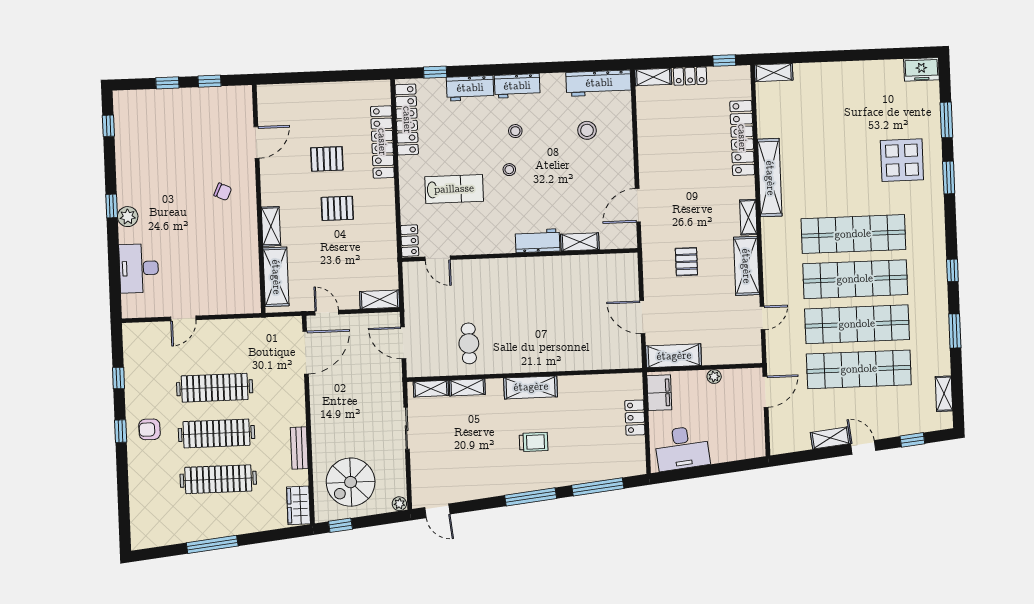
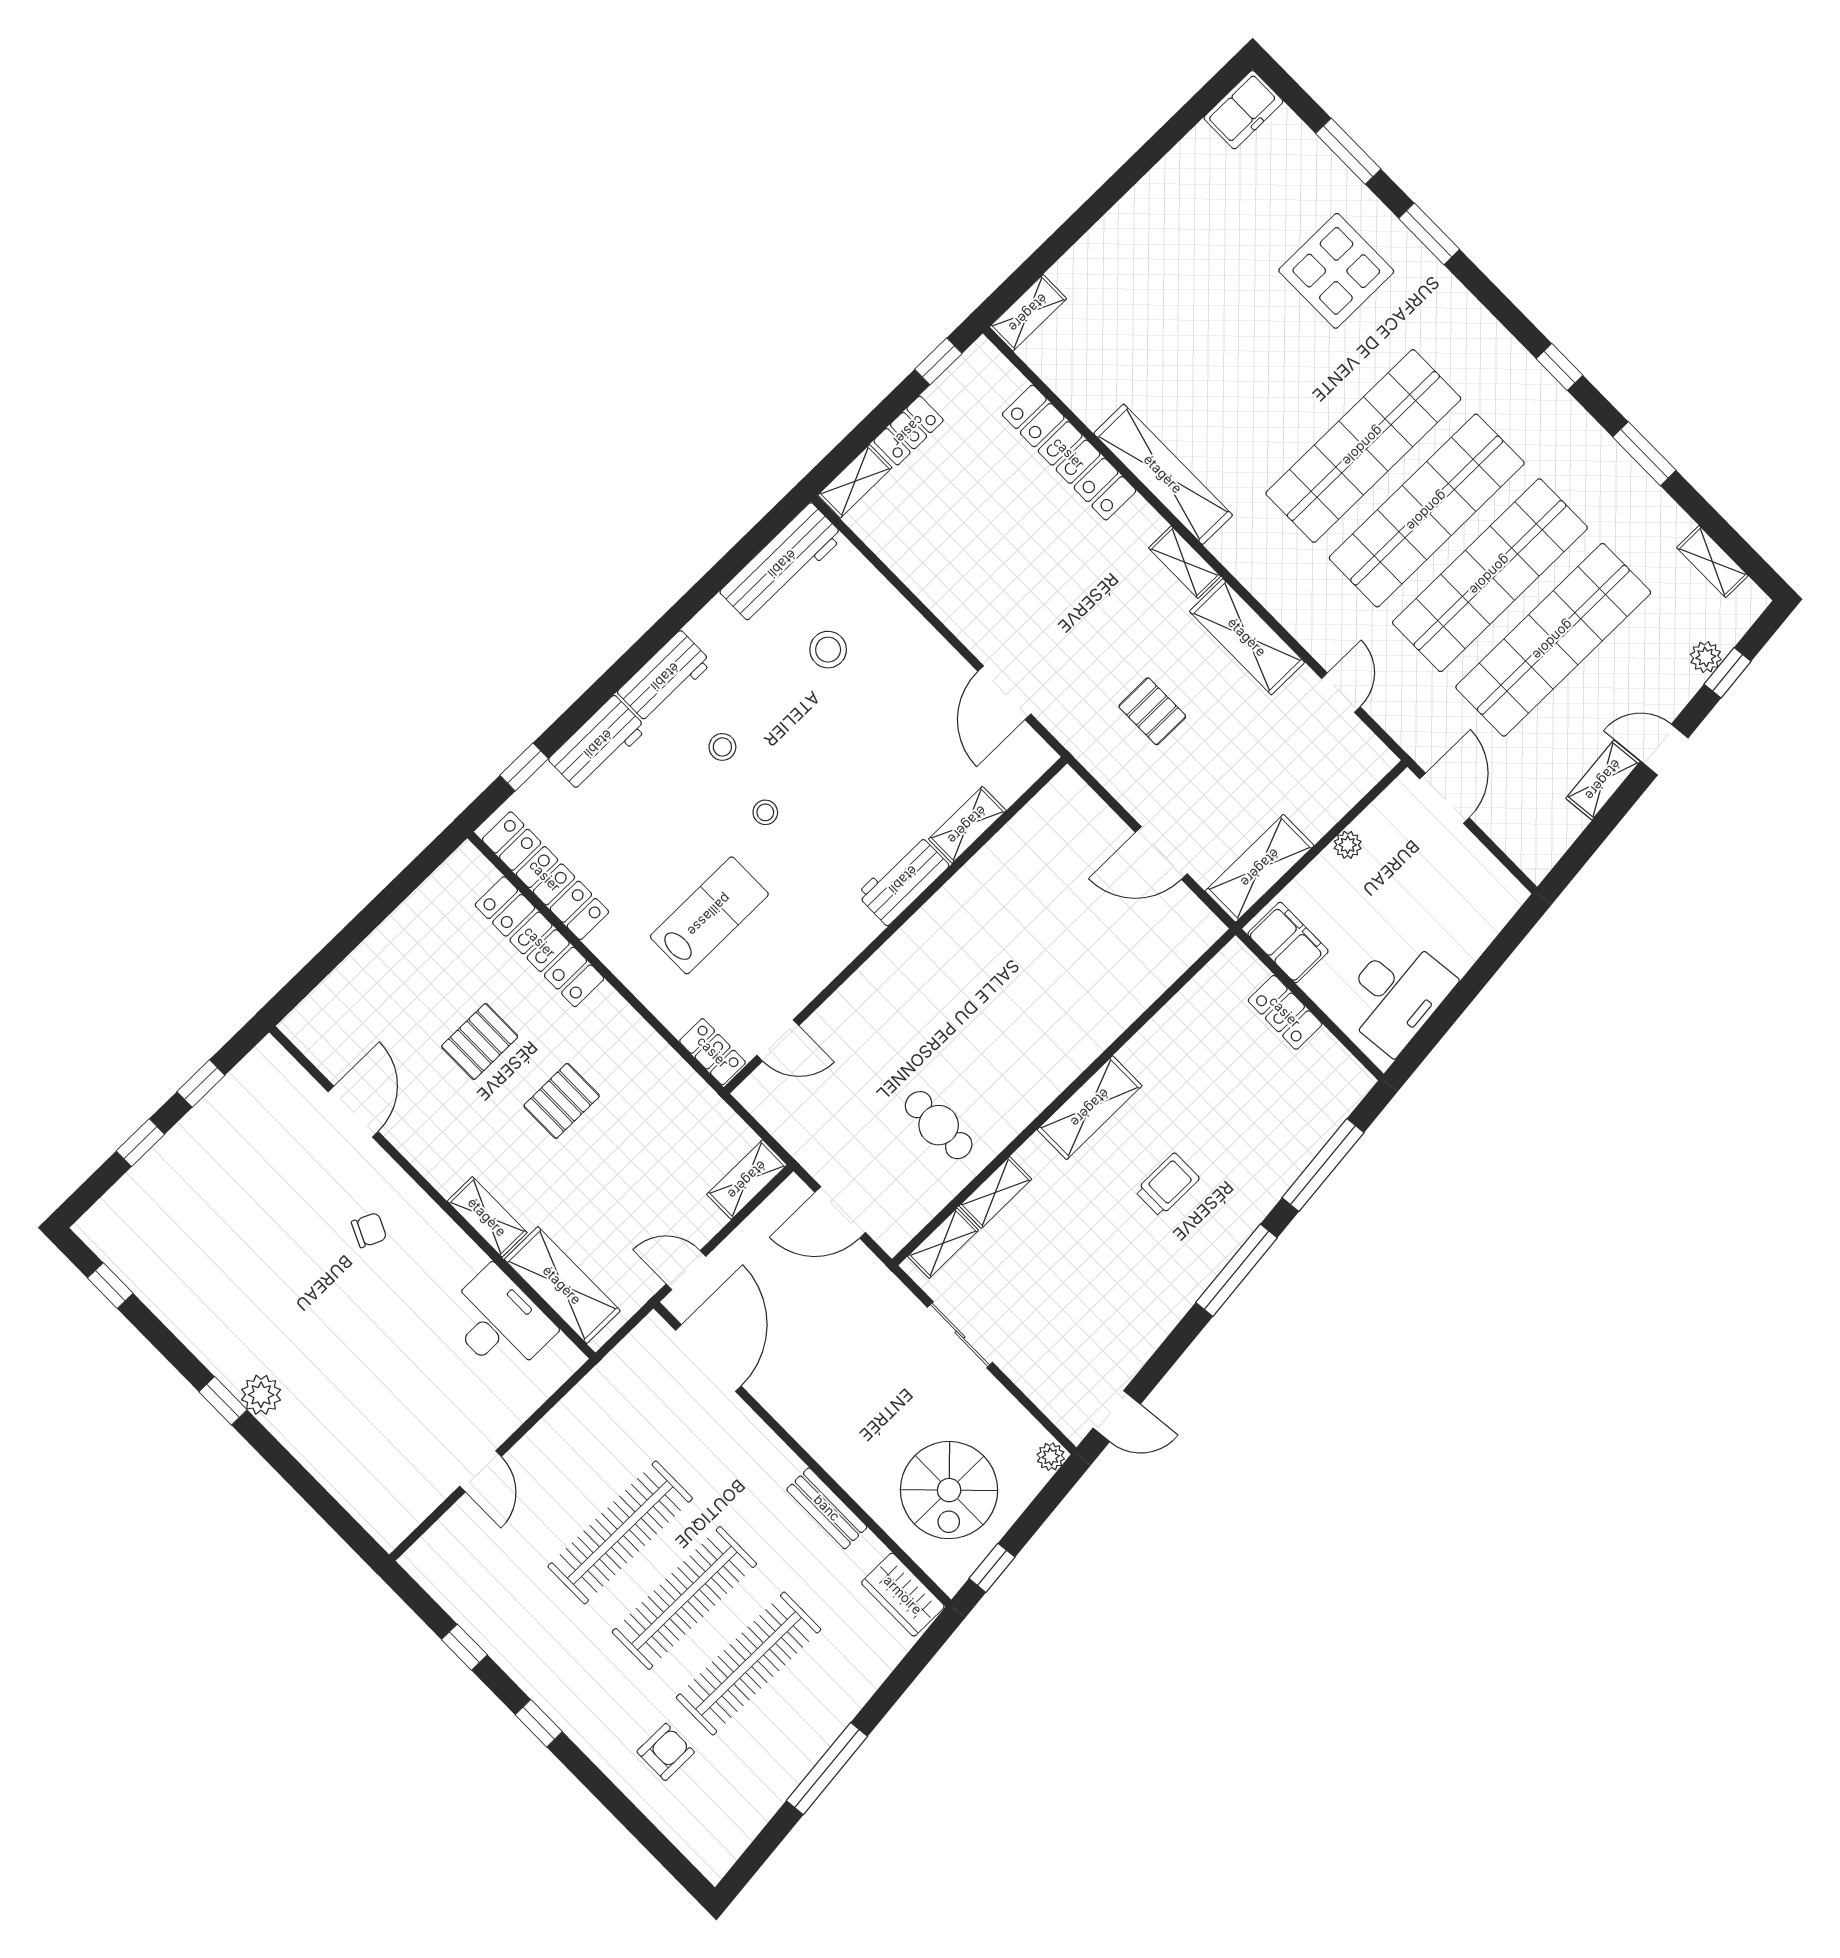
desk: (139, 268) -> (499, 1322), moved, turned 180
plant: (910, 427) -> (1706, 657), added
armchair: (149, 429) -> (666, 1752), moved, turned 180

